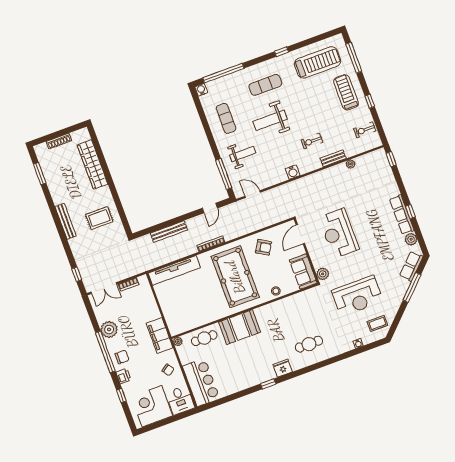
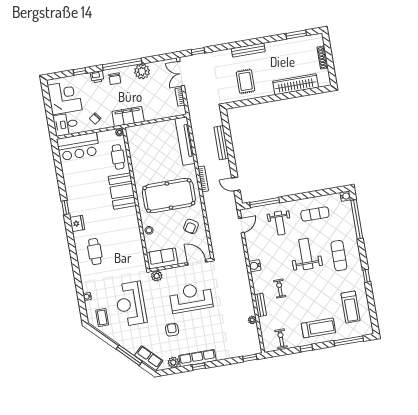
treadmill: (318, 62) -> (351, 307), width x0.73, depth x0.73
armchair: (377, 247) -> (172, 330), added

